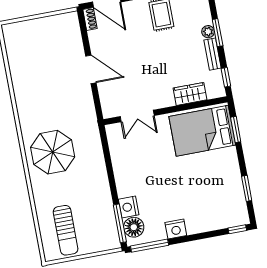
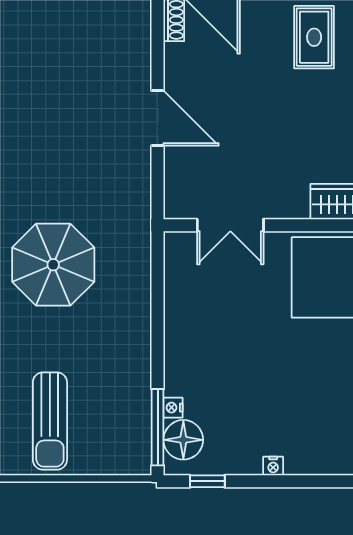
nightstand: (129, 207) -> (173, 408), width x0.53, depth x0.56
nightstand: (176, 229) -> (273, 466), width x0.53, depth x0.56
window: (150, 246) -> (207, 481), width x0.46

